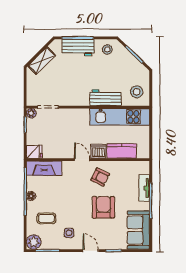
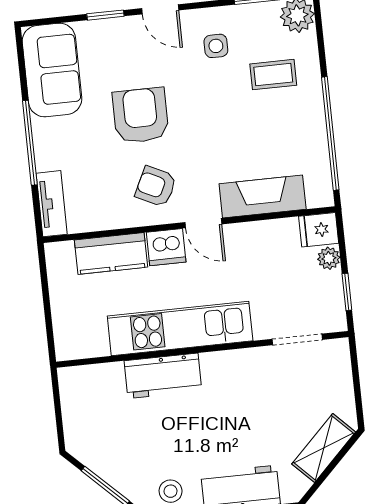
stool: (137, 92) -> (90, 398), removed
plant: (31, 113) -> (329, 258), moved
kitchen unit: (120, 117) -> (180, 328), moved
fireplace: (44, 168) -> (263, 196), moved
tv unit: (144, 188) -> (52, 204), moved
floor lamp: (31, 196) -> (315, 124), removed
armchair: (103, 207) -> (141, 115), turned 180

